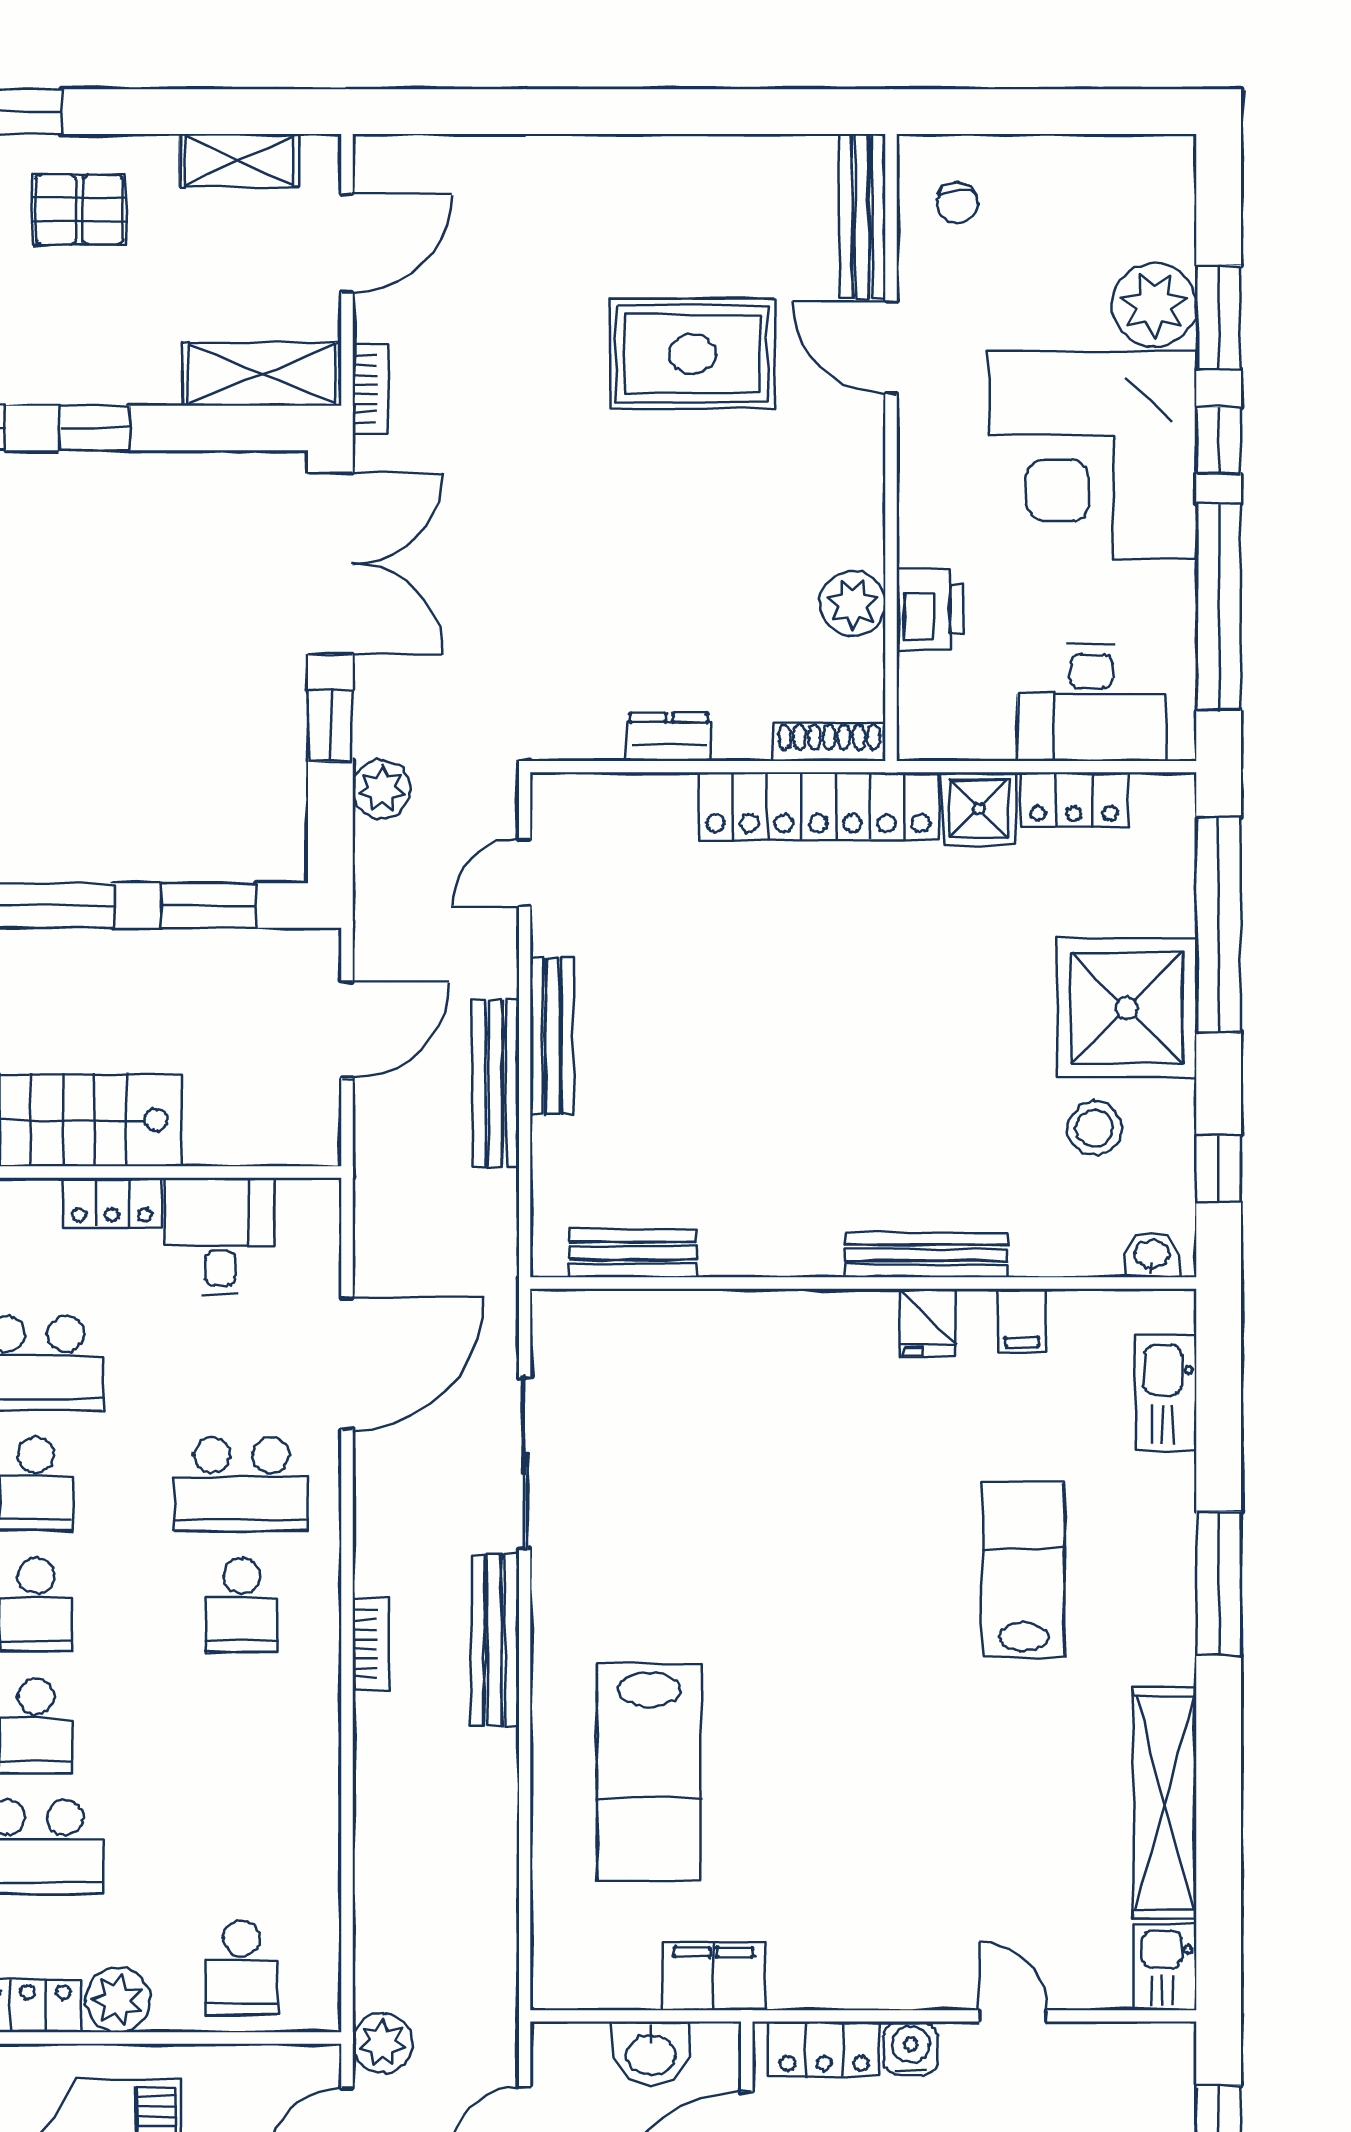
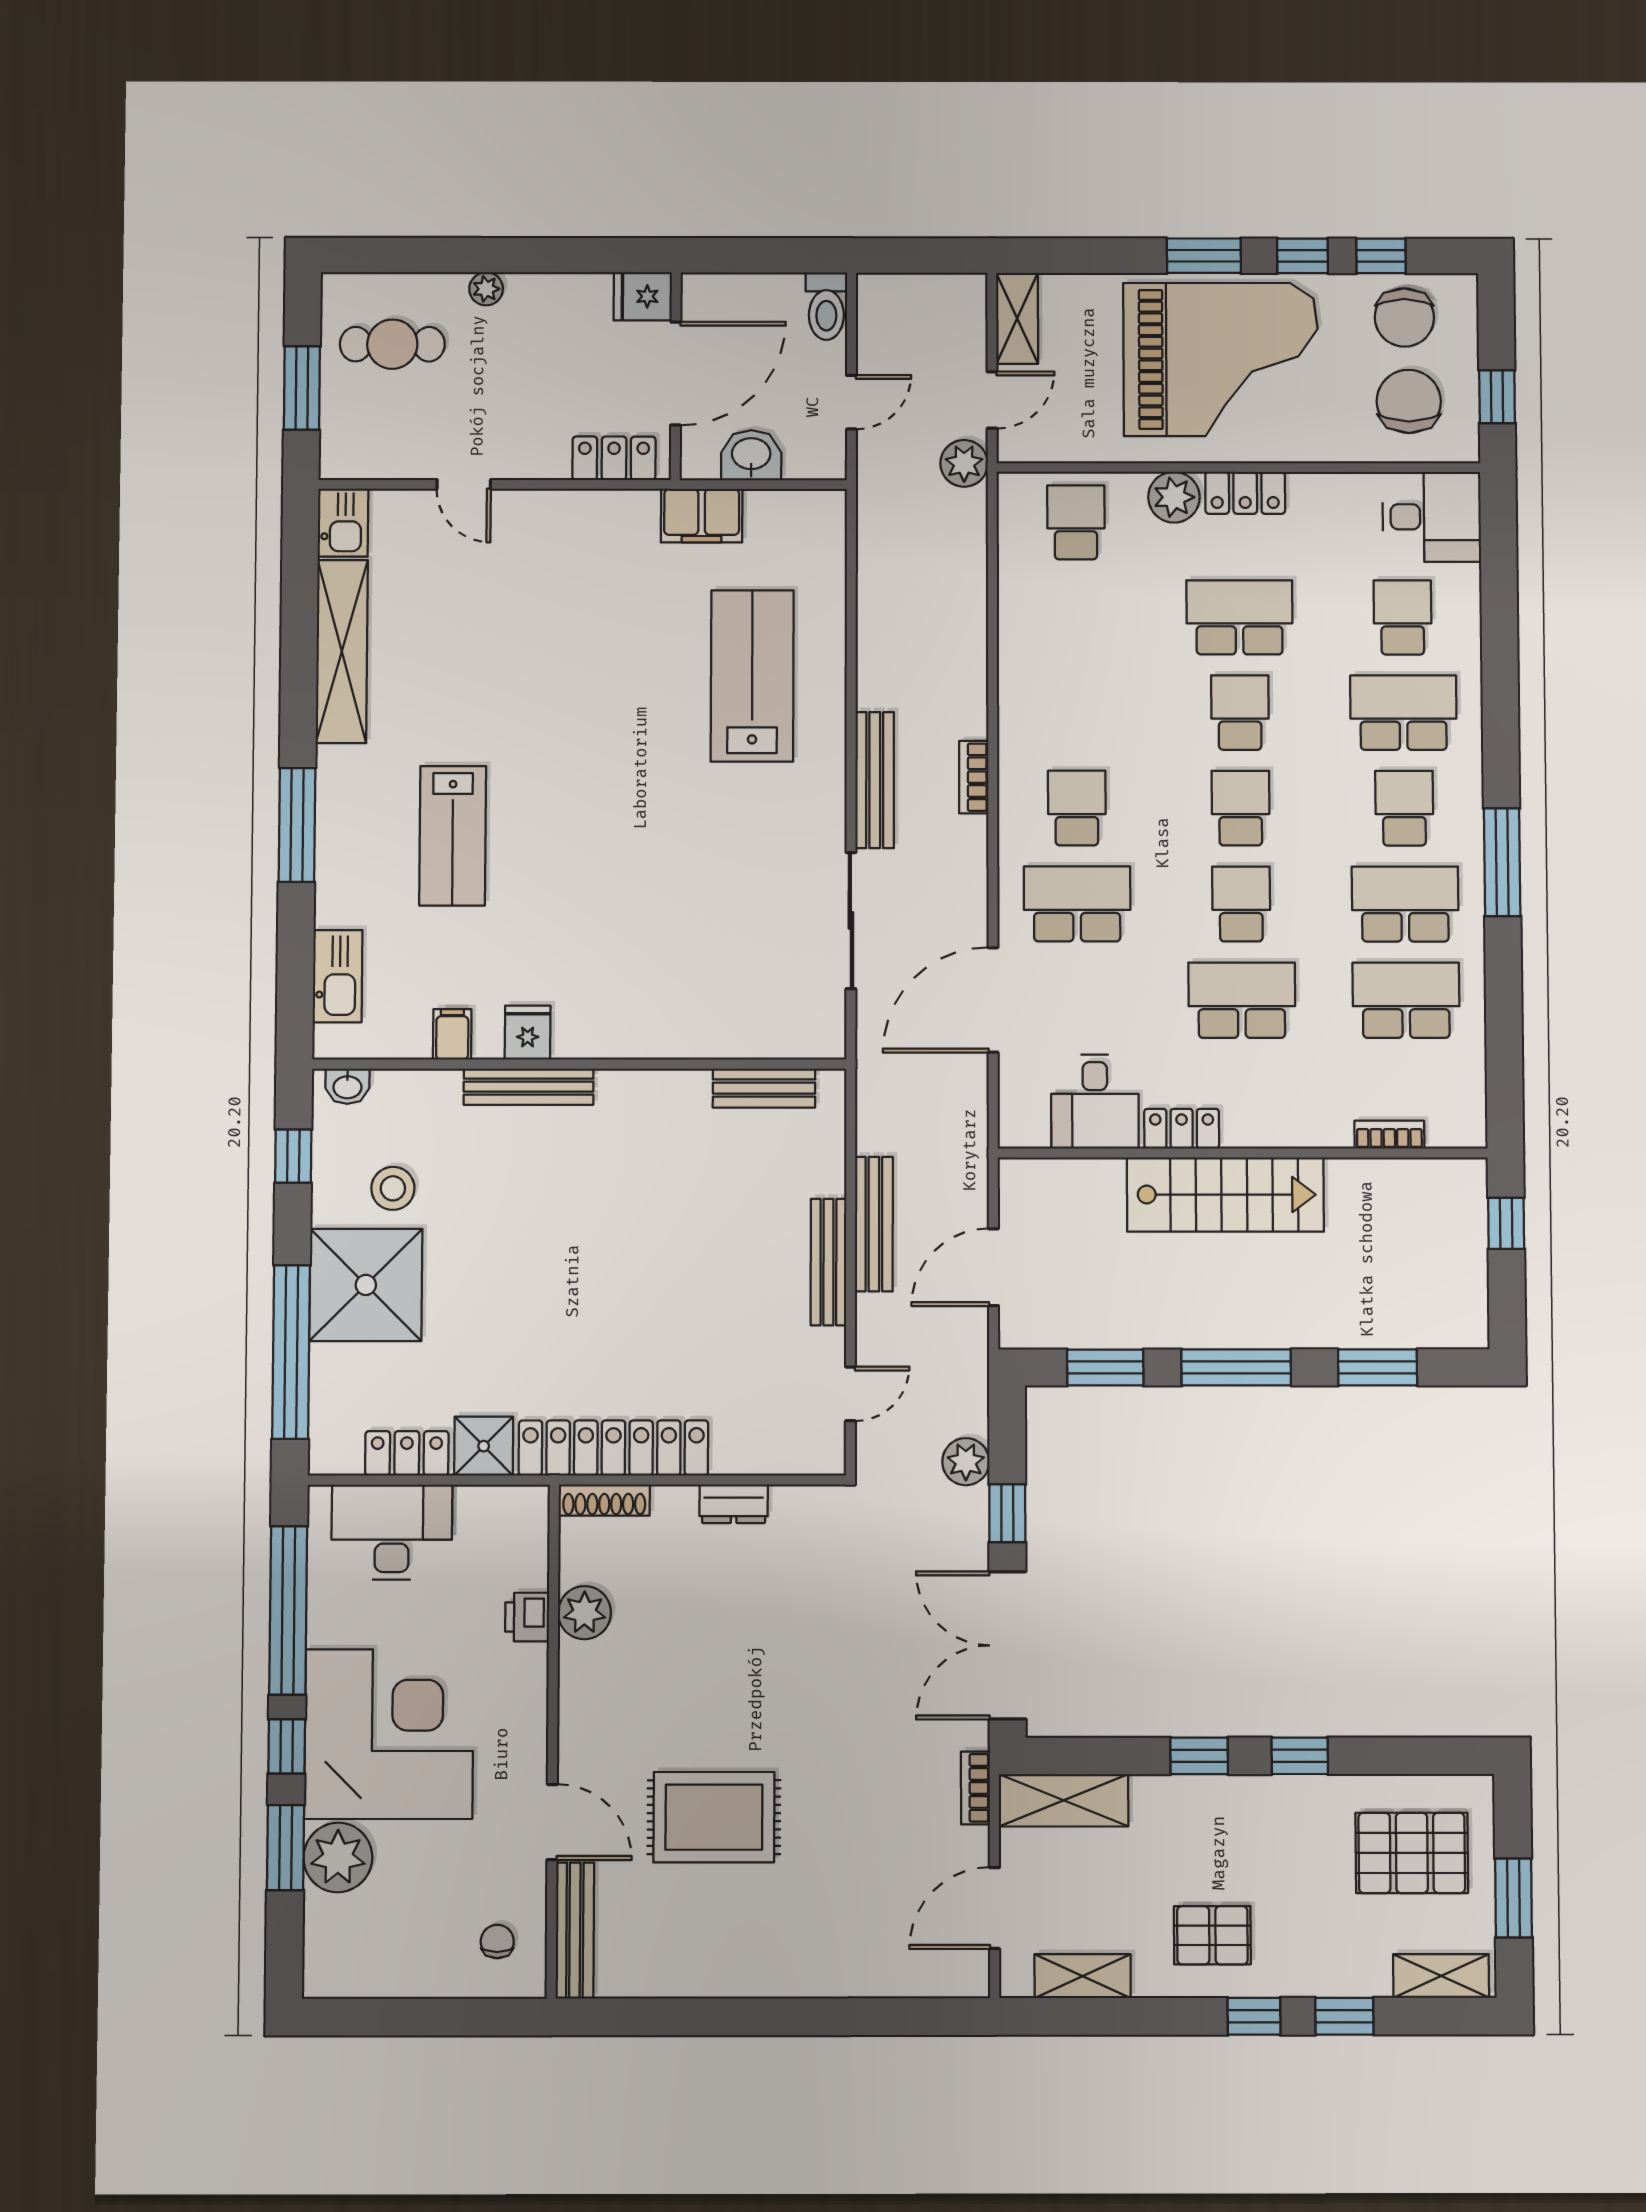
printer: (930, 609) -> (527, 1617), width x0.73, depth x0.81
water cooler: (911, 2048) -> (545, 459), removed

